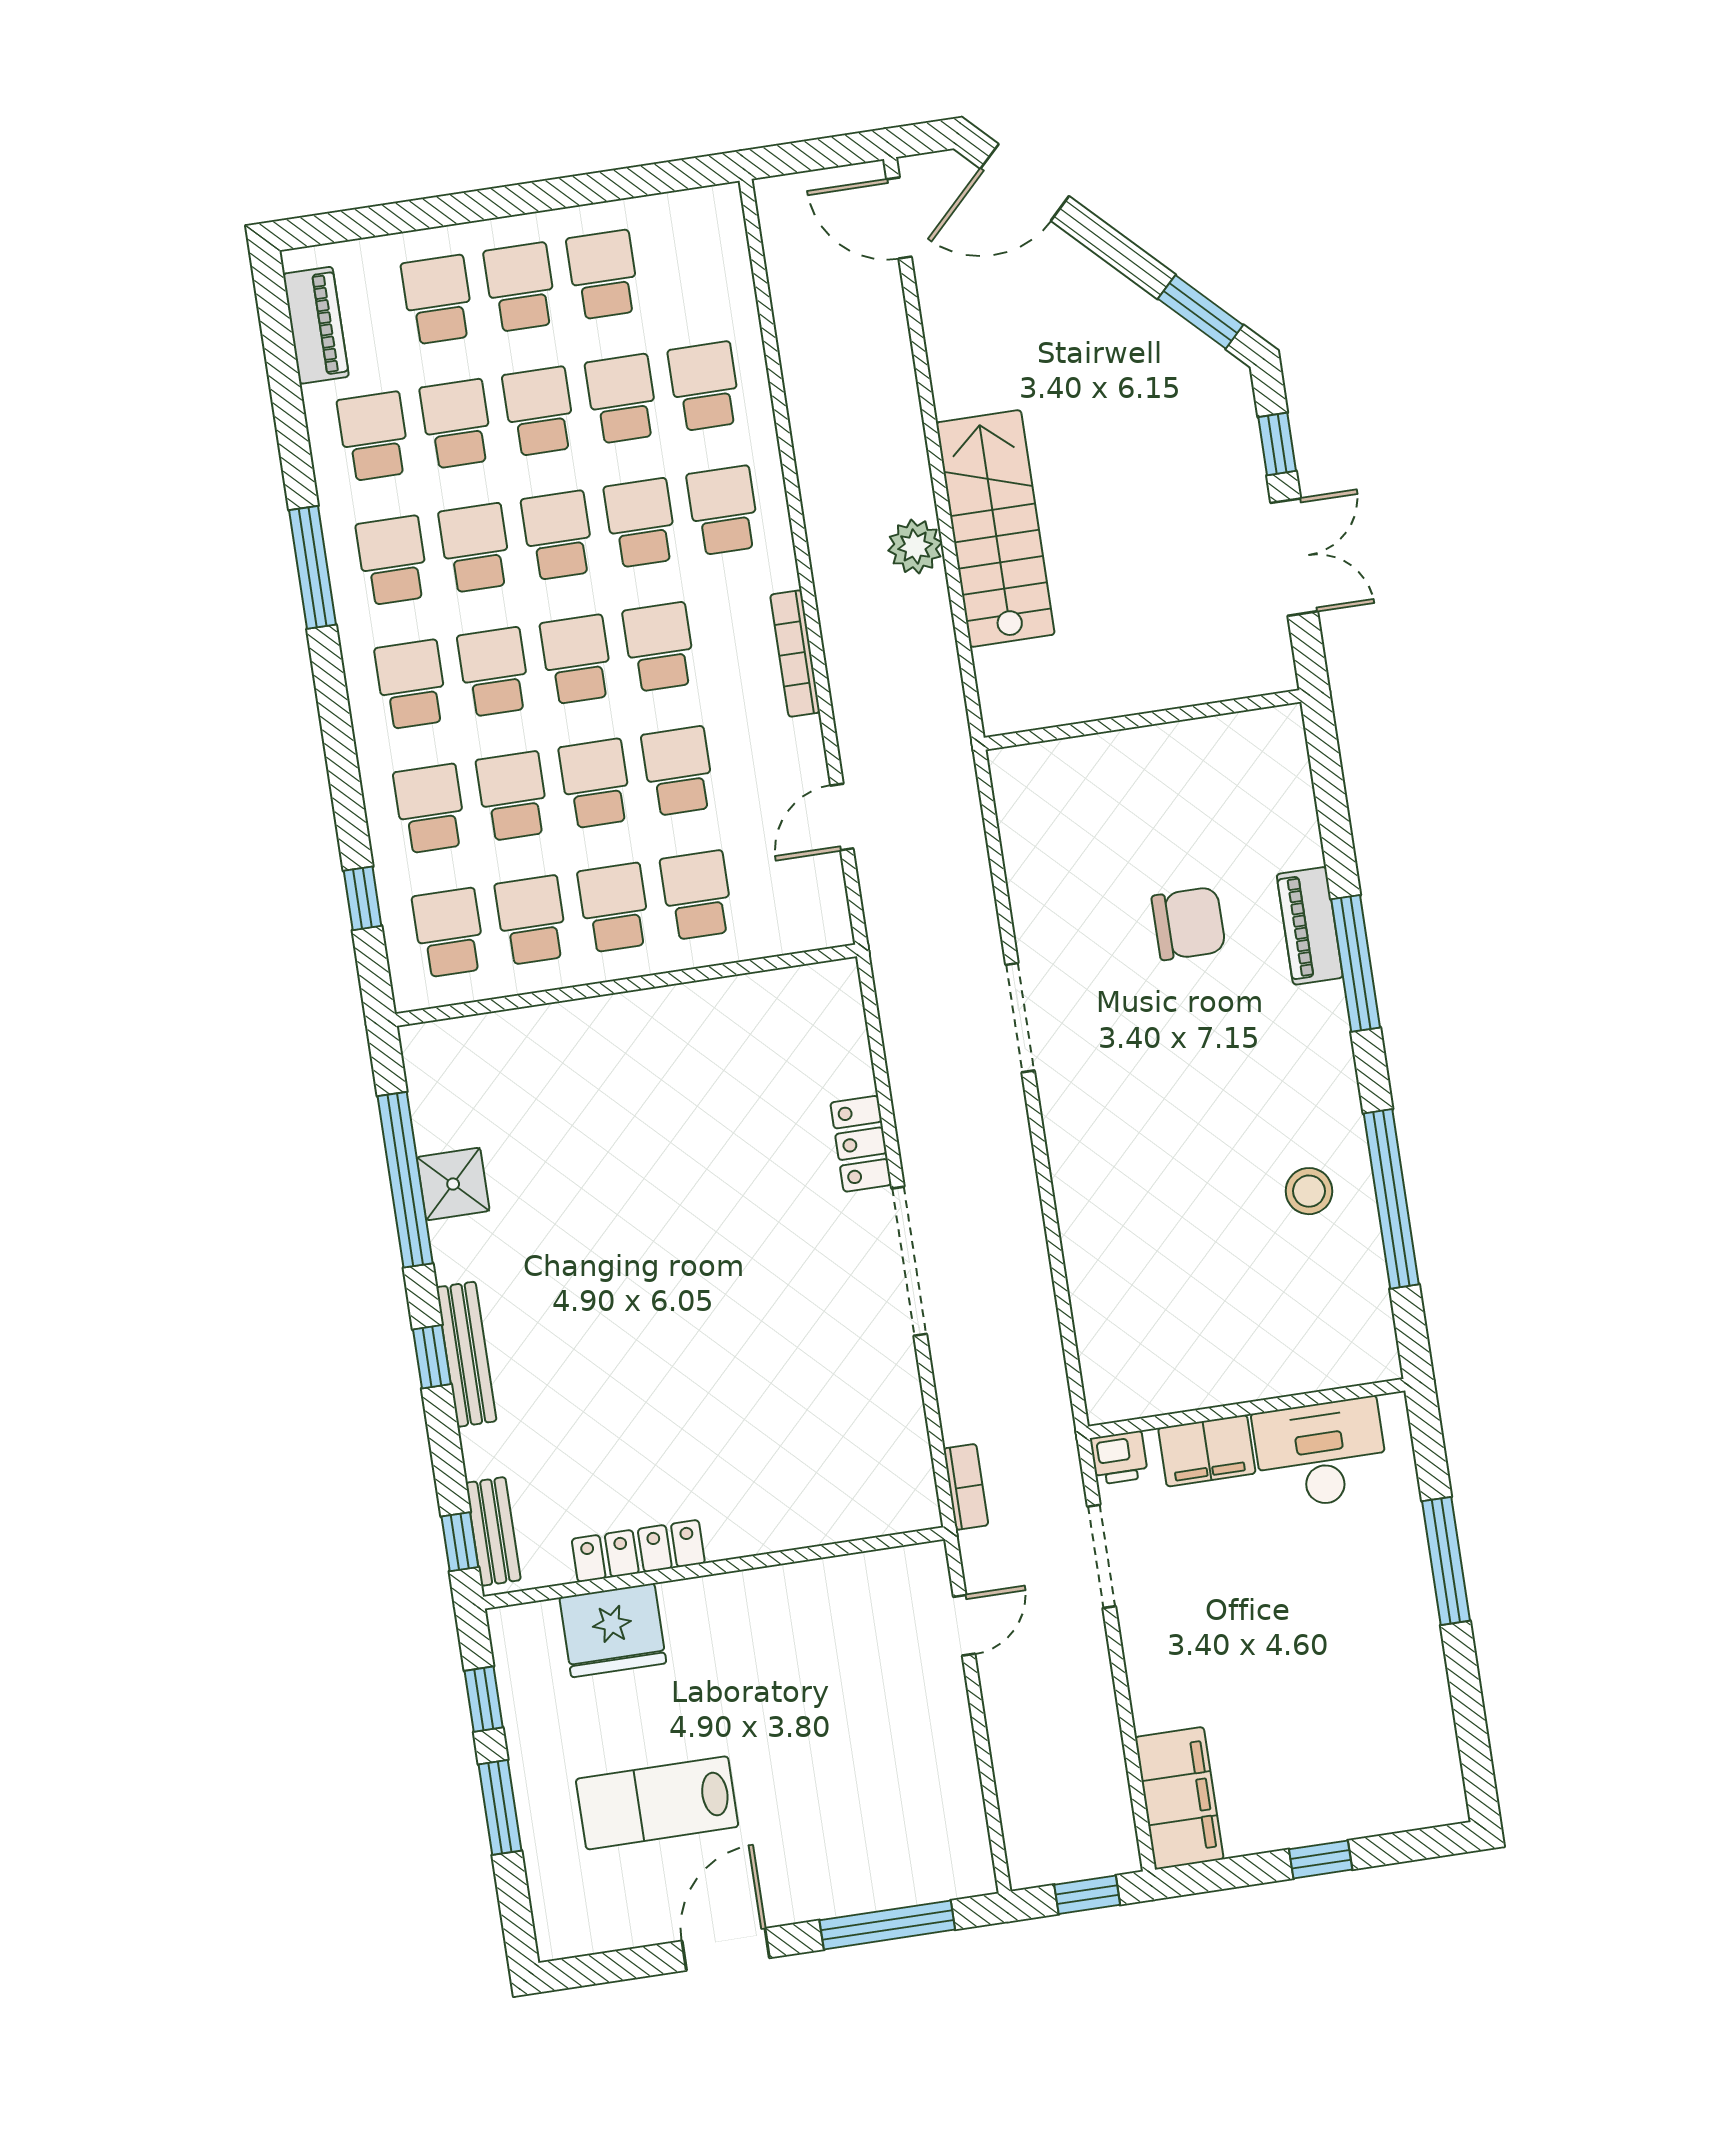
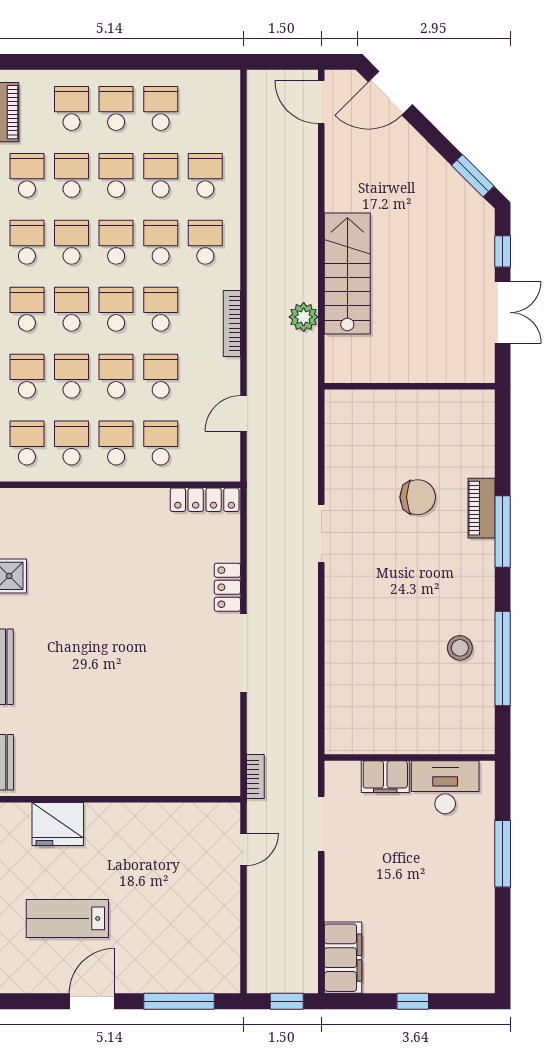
plant: (915, 547) -> (304, 317), moved
printer: (1119, 1458) -> (338, 773), removed
locker: (638, 1551) -> (205, 500), moved, turned 180

